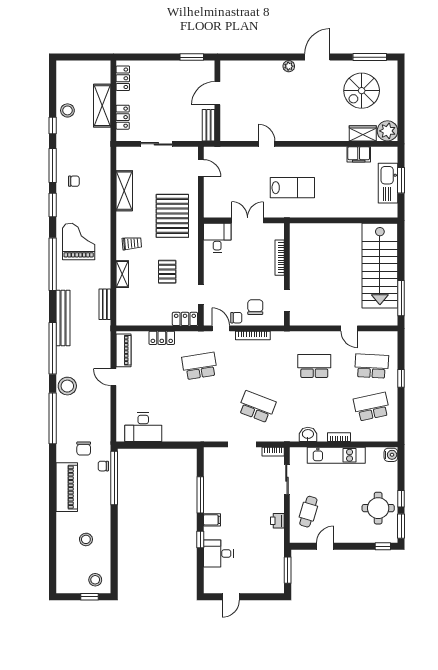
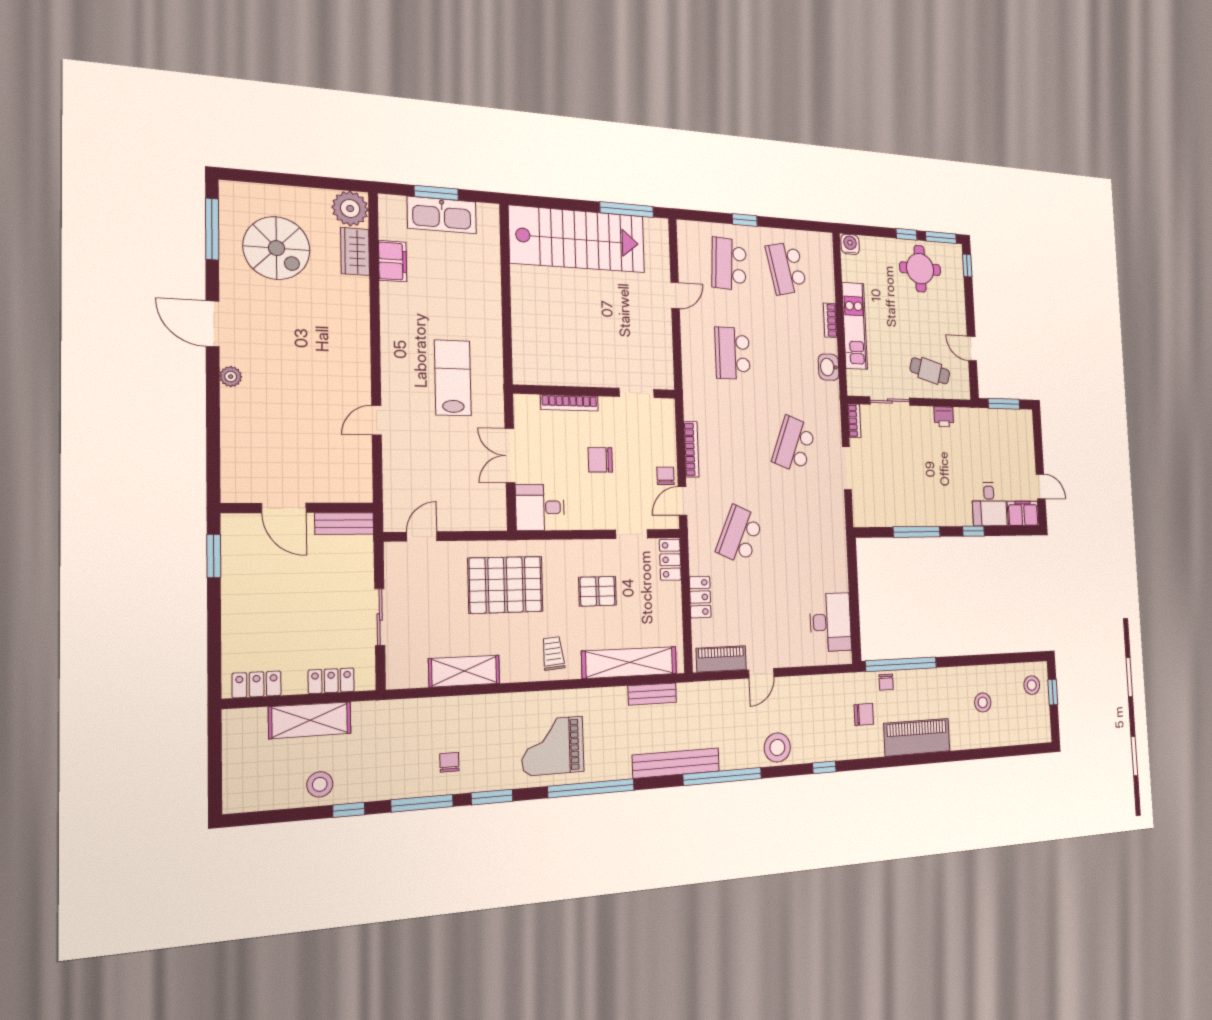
shelving: (122, 274) -> (629, 662), width x2.20, depth x1.33
chair: (255, 307) -> (600, 460), moved
school desk: (200, 366) -> (740, 535), turned 33
window: (53, 418) -> (824, 767), width x0.32
filing cabinet: (212, 520) -> (1023, 513), moved, width x2.00

